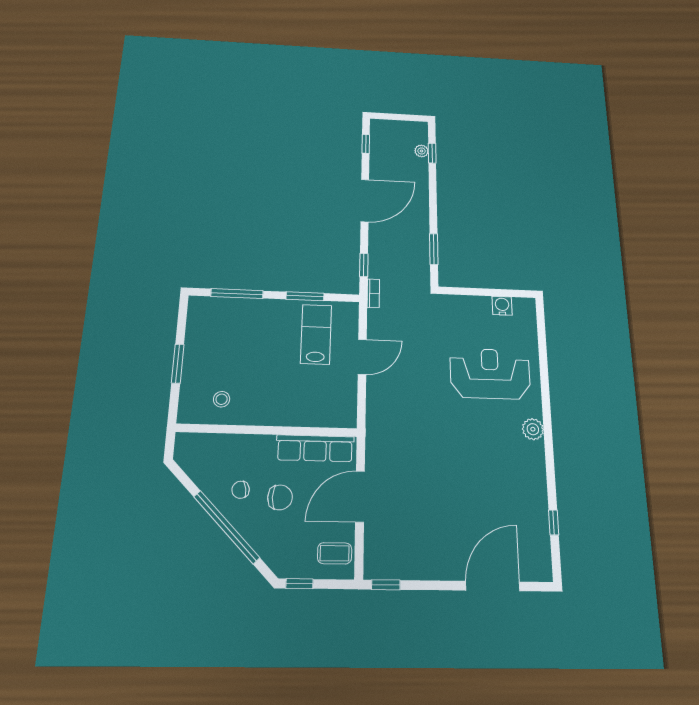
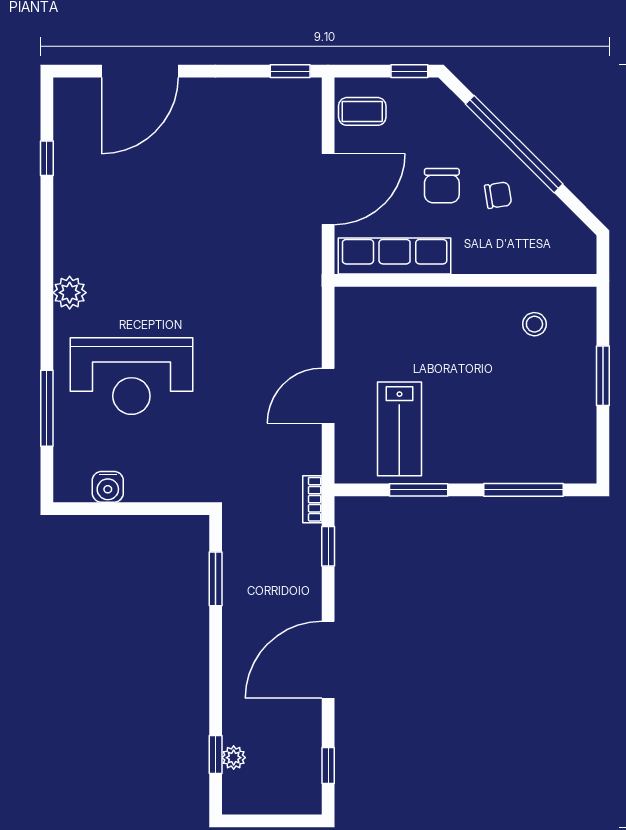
window: (543, 355) -> (47, 408), added
chair: (280, 497) -> (442, 186), turned -90

